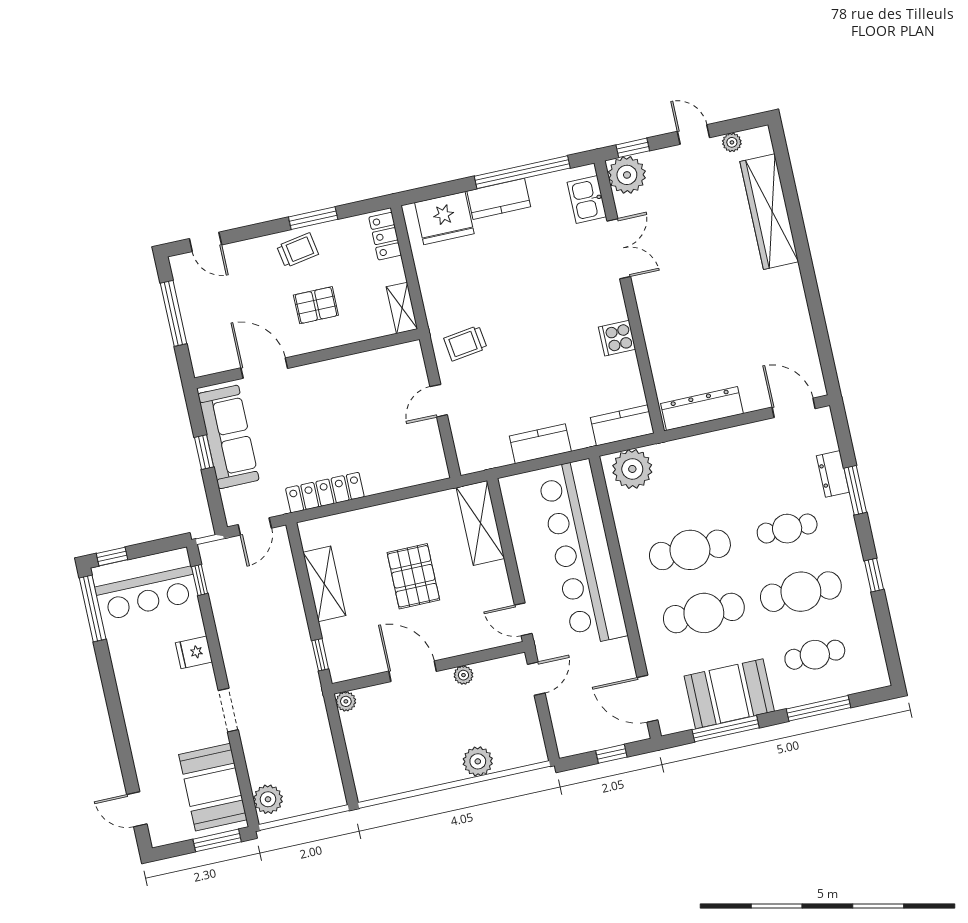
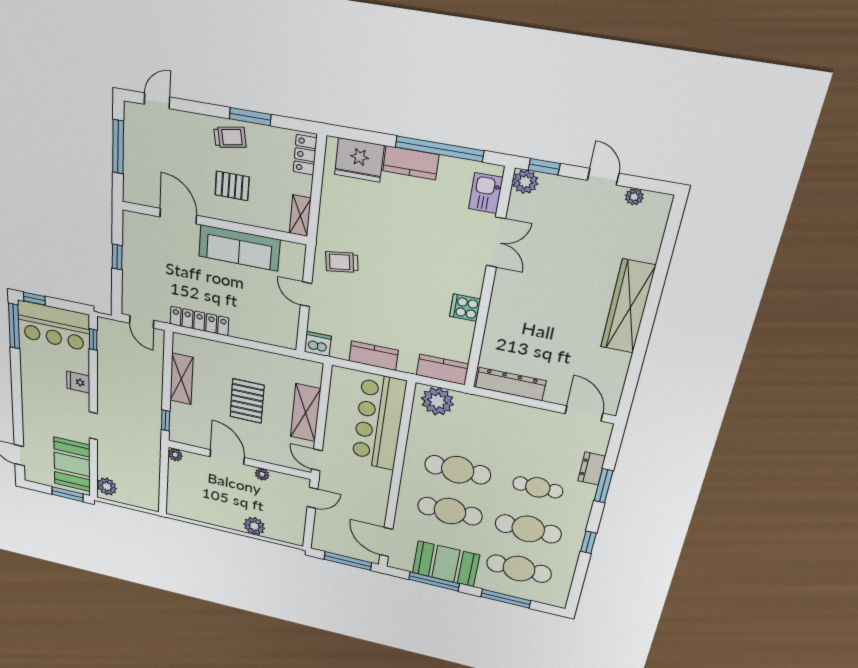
plant: (627, 175) -> (525, 182), width x0.73, depth x0.73
wardrobe: (769, 212) -> (628, 307), moved
door: (205, 242) -> (157, 101), swing flipped
door: (439, 401) -> (306, 294), hinge flipped
sofa: (228, 437) -> (239, 248), moved, turned 90
dishwasher: (472, 458) -> (318, 344), added
shelving: (480, 523) -> (306, 413), moved
door: (255, 526) -> (142, 322), hinge flipped
bar counter: (582, 553) -> (379, 422), width x0.73
cafe table: (815, 655) -> (519, 569), width x1.37, depth x1.35
window: (611, 754) -> (348, 561), width x2.17

